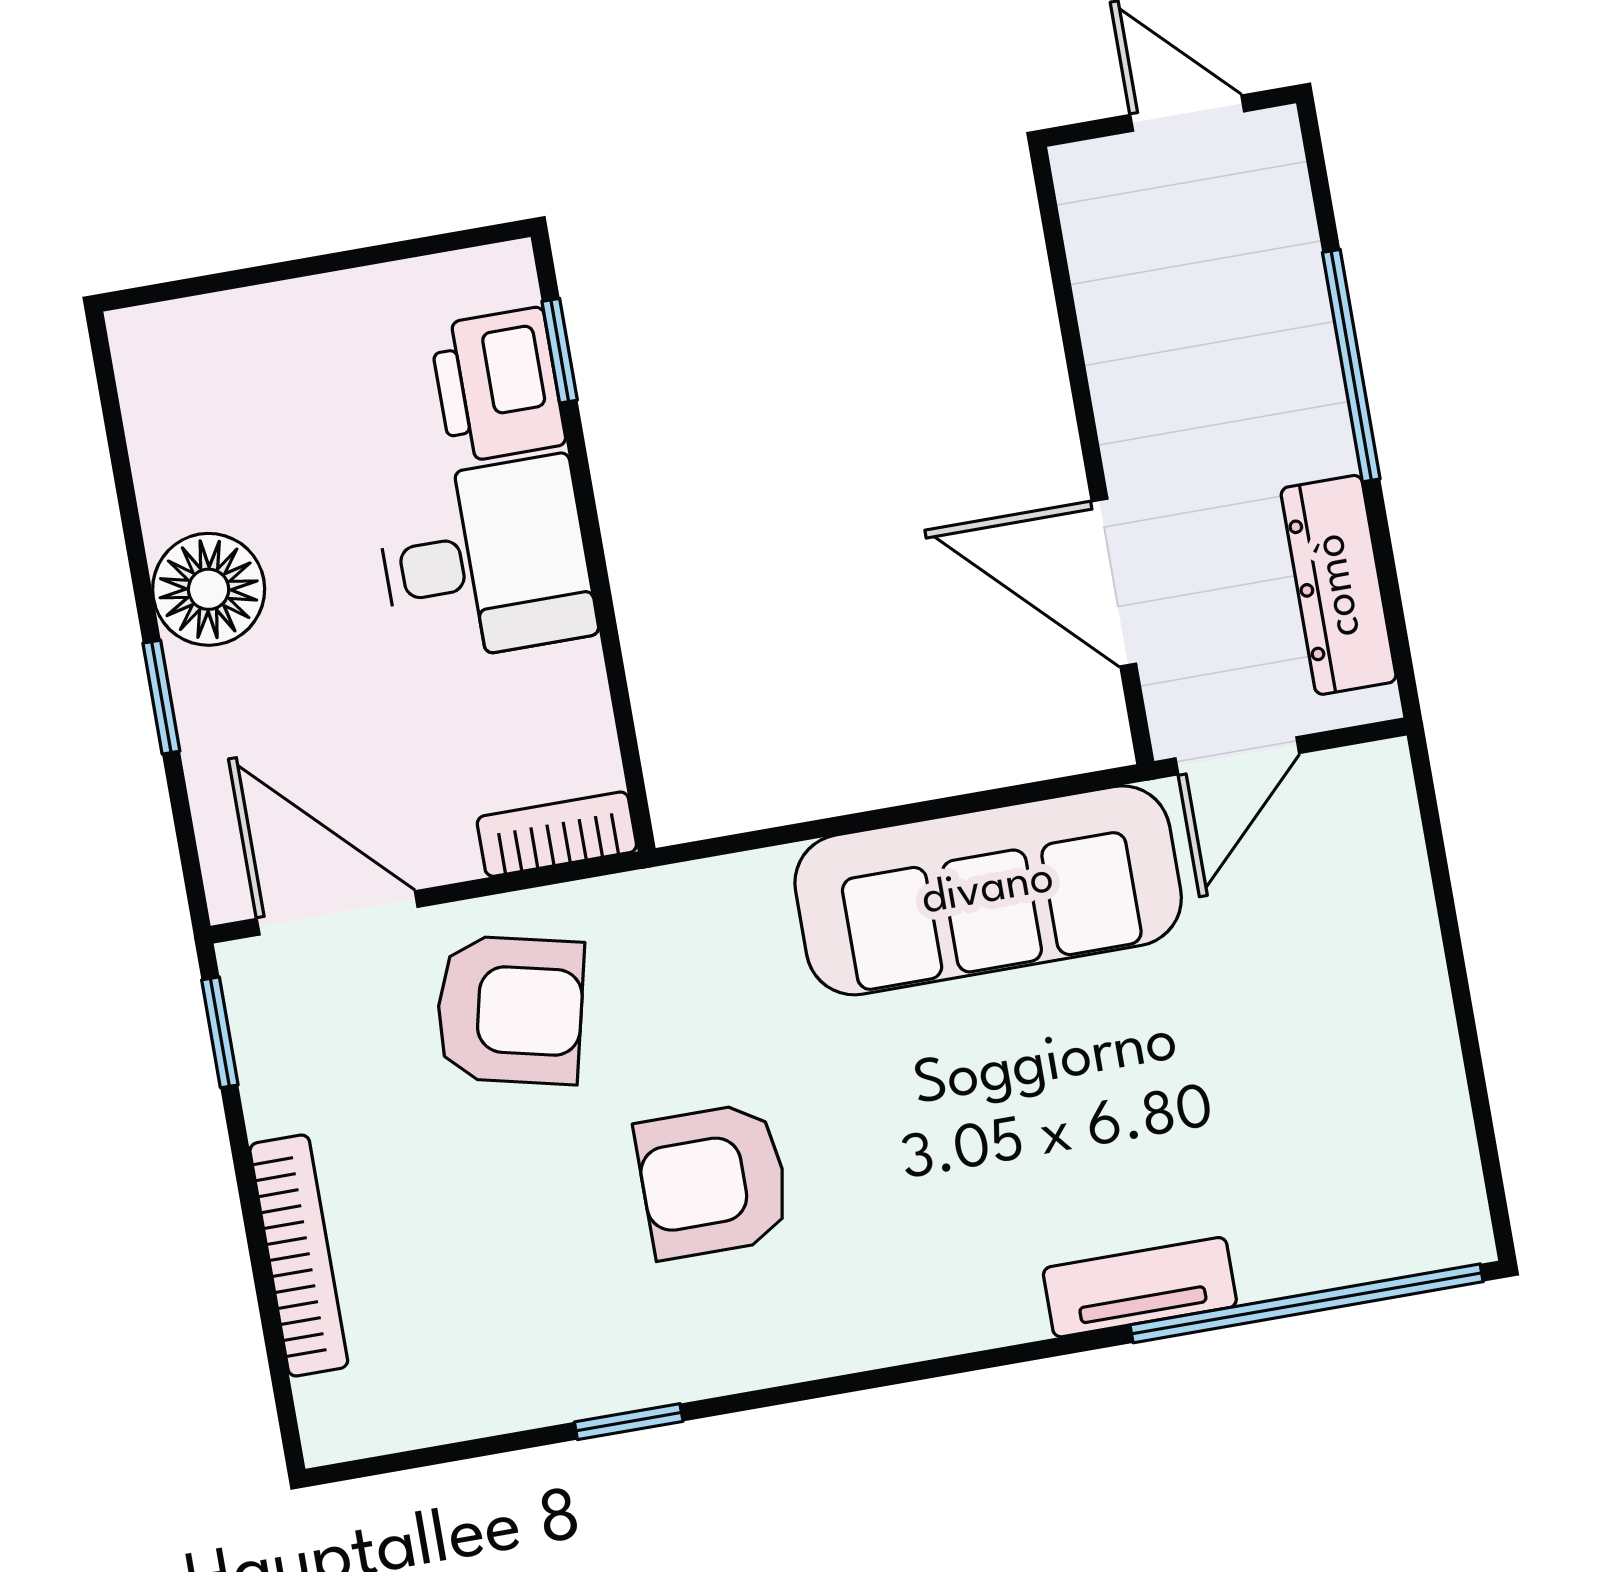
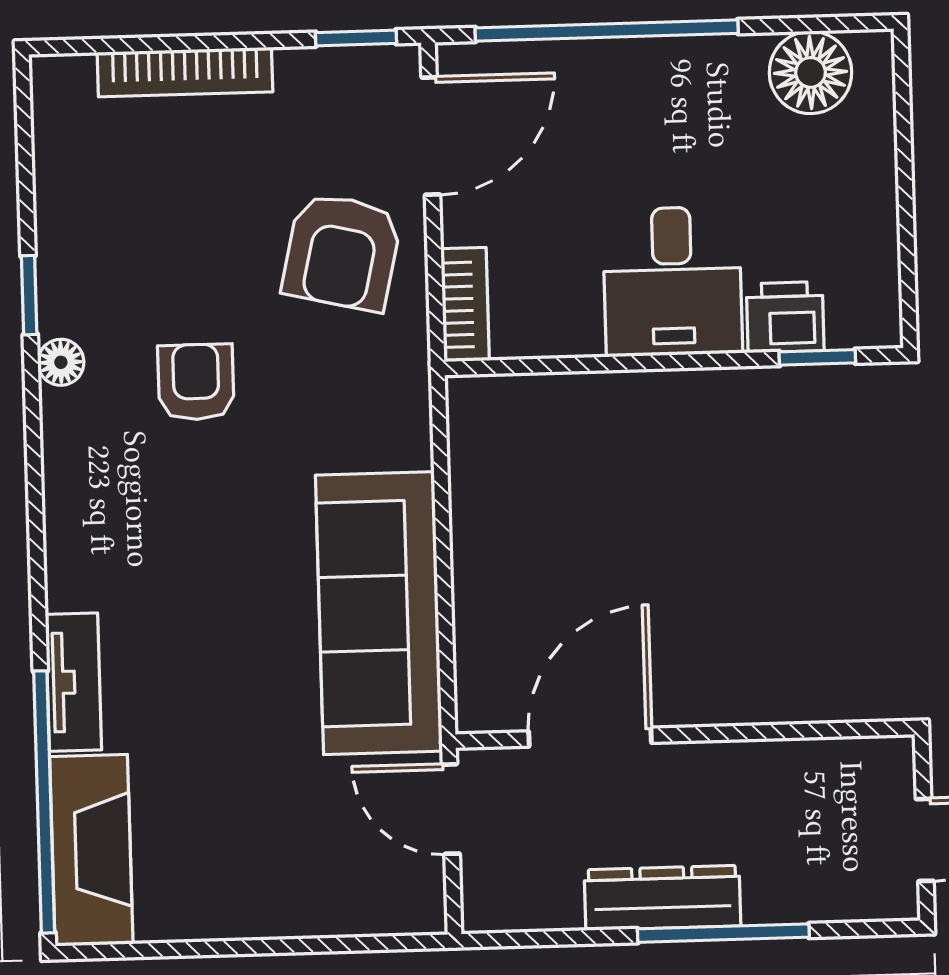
printer: (497, 385) -> (785, 317), width x0.73, depth x0.81
dresser: (1339, 585) -> (663, 898), moved
floor lamp: (209, 589) -> (811, 72), moved
window: (161, 697) -> (607, 31), width x3.17
armchair: (713, 1181) -> (196, 382), width x0.72, depth x0.72
fireplace: (1362, 1231) -> (91, 850), added
floor lamp: (713, 1366) -> (61, 362), added

